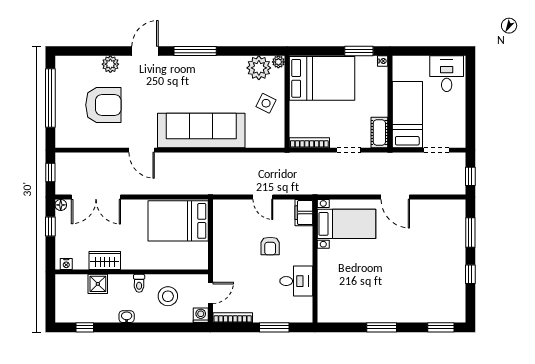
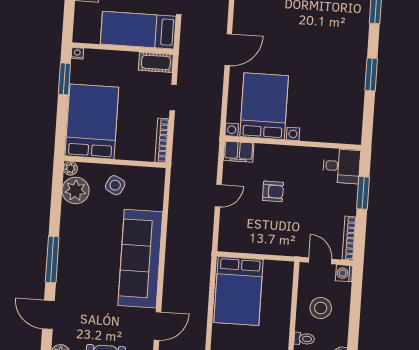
bed with nightstands: (346, 224) -> (264, 106), width x1.36
desk: (296, 281) -> (341, 166), moved, turned 90

